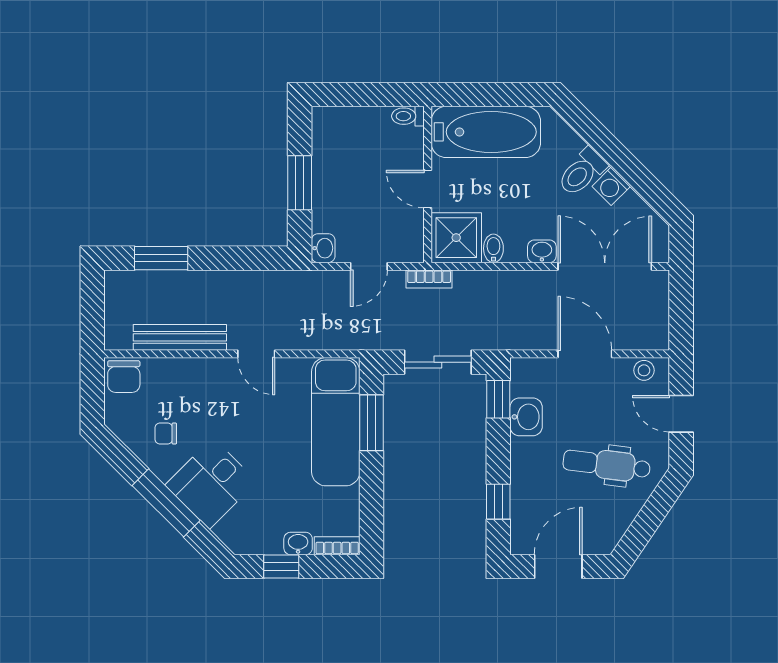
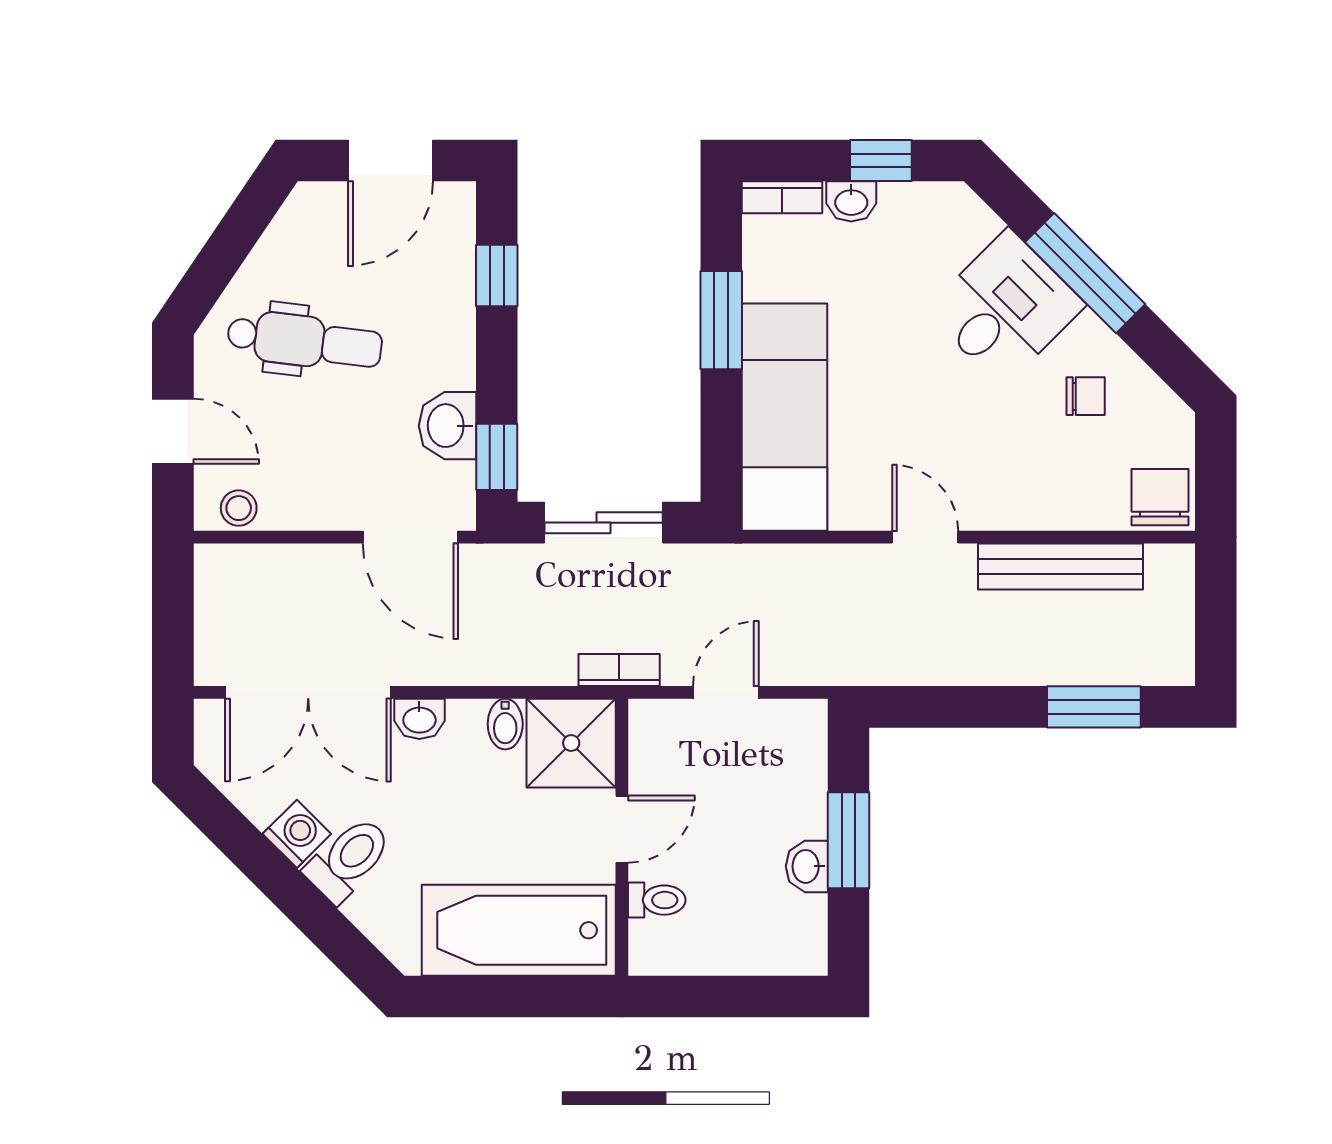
toilet: (408, 116) -> (657, 900), moved
door: (428, 189) -> (622, 829), hinge flipped
washbasin: (323, 248) -> (807, 866), moved
door: (585, 354) -> (410, 537), moved
window: (371, 423) -> (721, 320), moved

